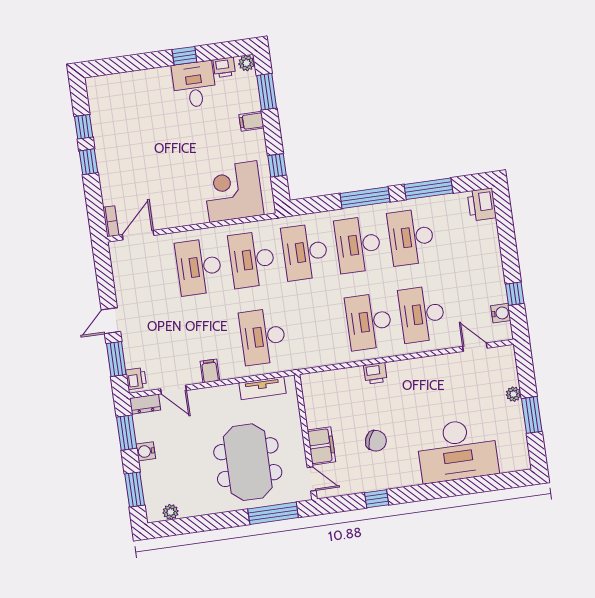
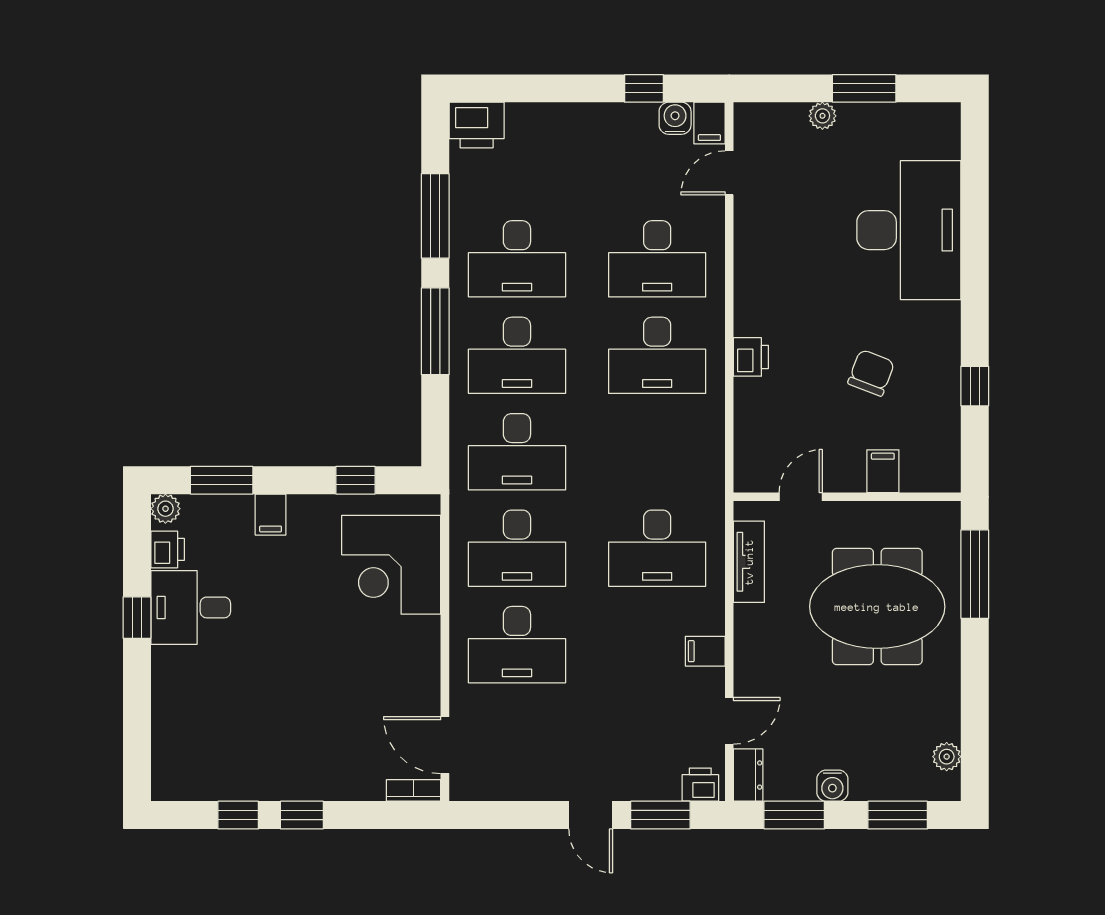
filing cabinet: (501, 332) -> (709, 123), added
filing cabinet: (321, 446) -> (883, 471), width x0.50
door: (312, 479) -> (801, 497), moved

